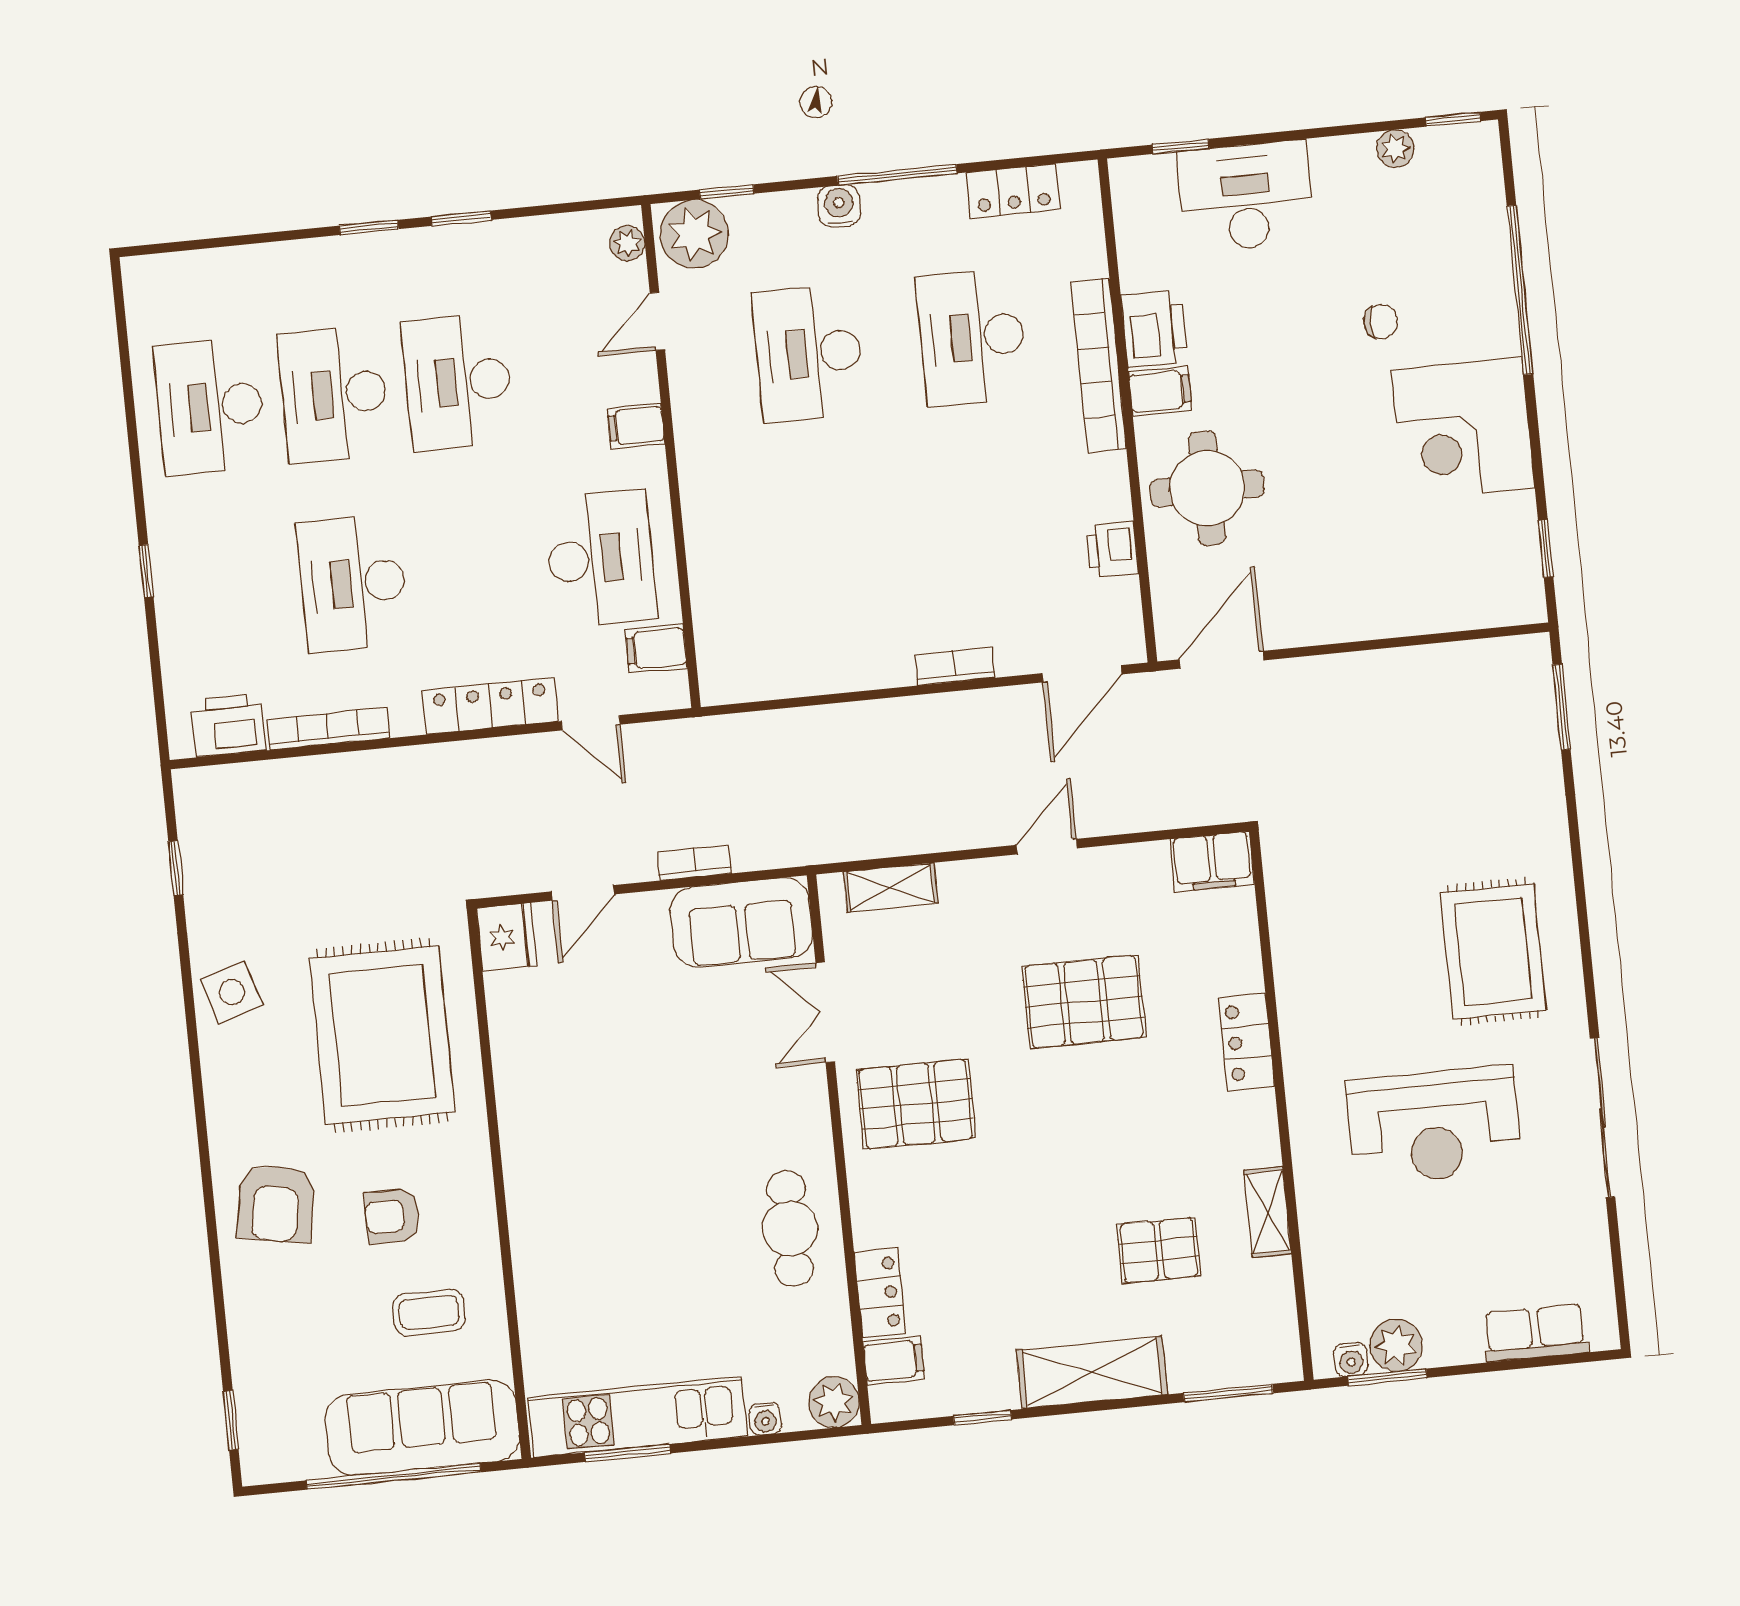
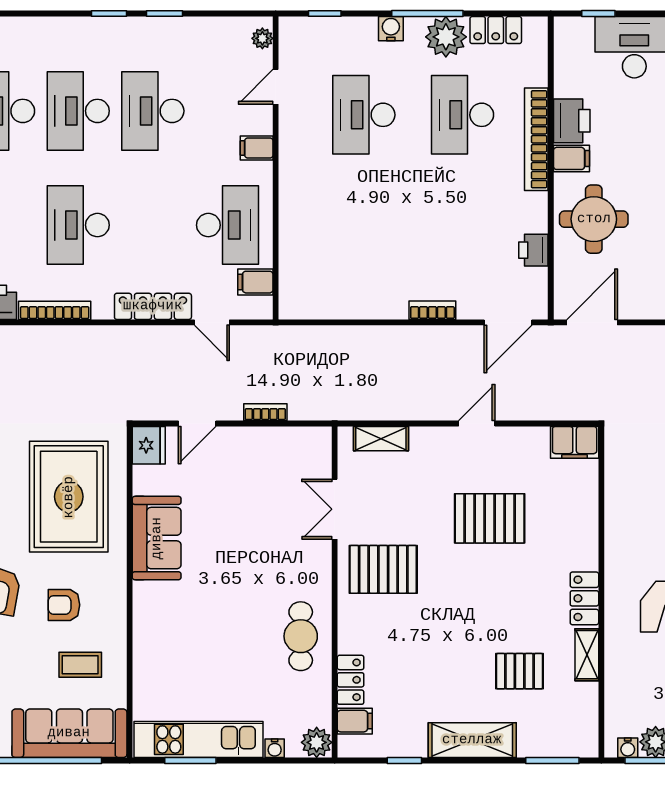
plant: (694, 234) -> (446, 37), moved
sofa: (741, 922) -> (157, 538), moved, turned -90
locker: (1247, 1042) -> (584, 598), moved

